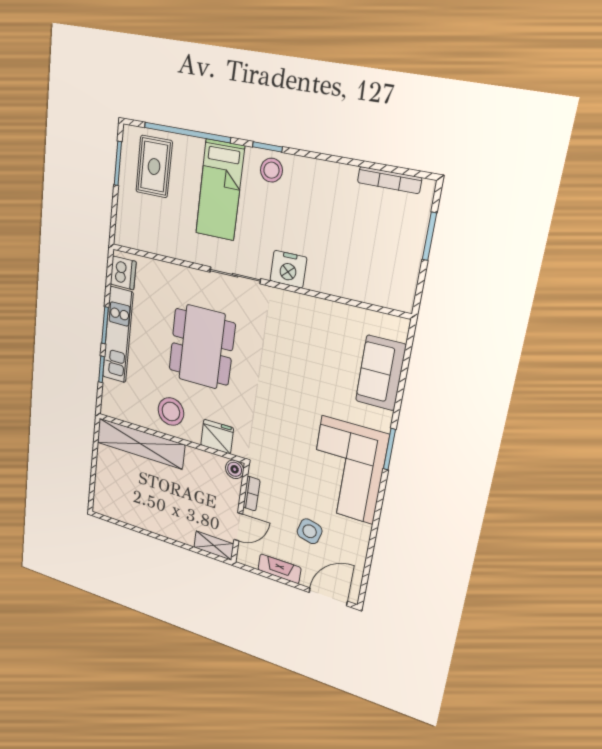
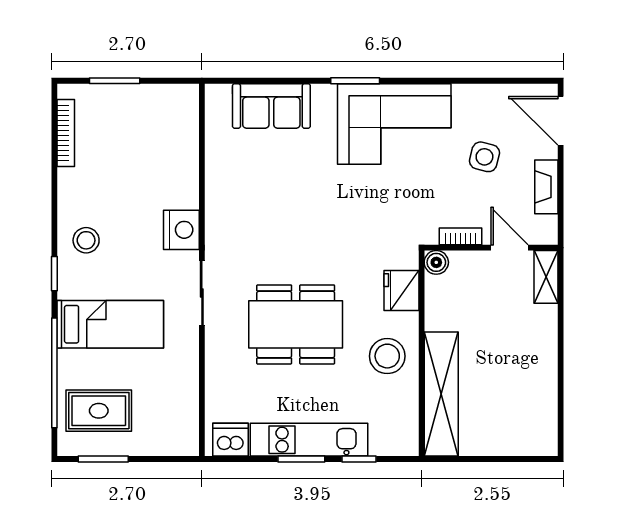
stool: (271, 170) -> (86, 240), moved

